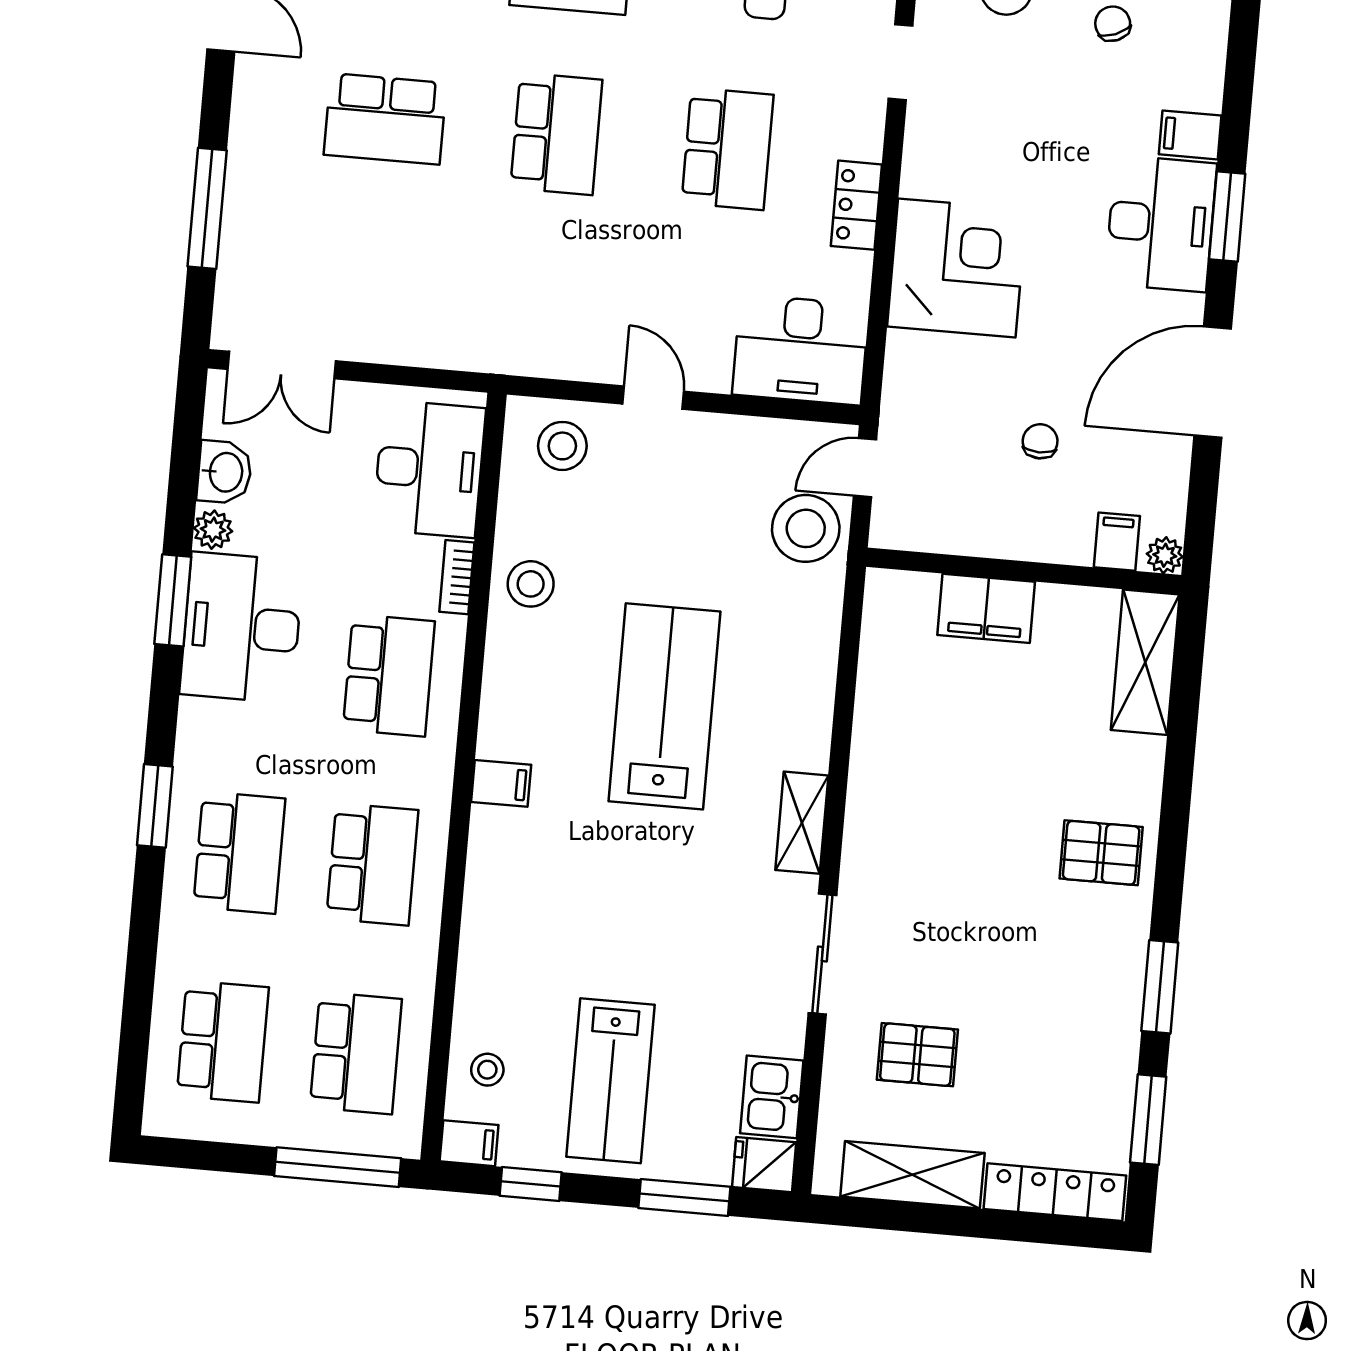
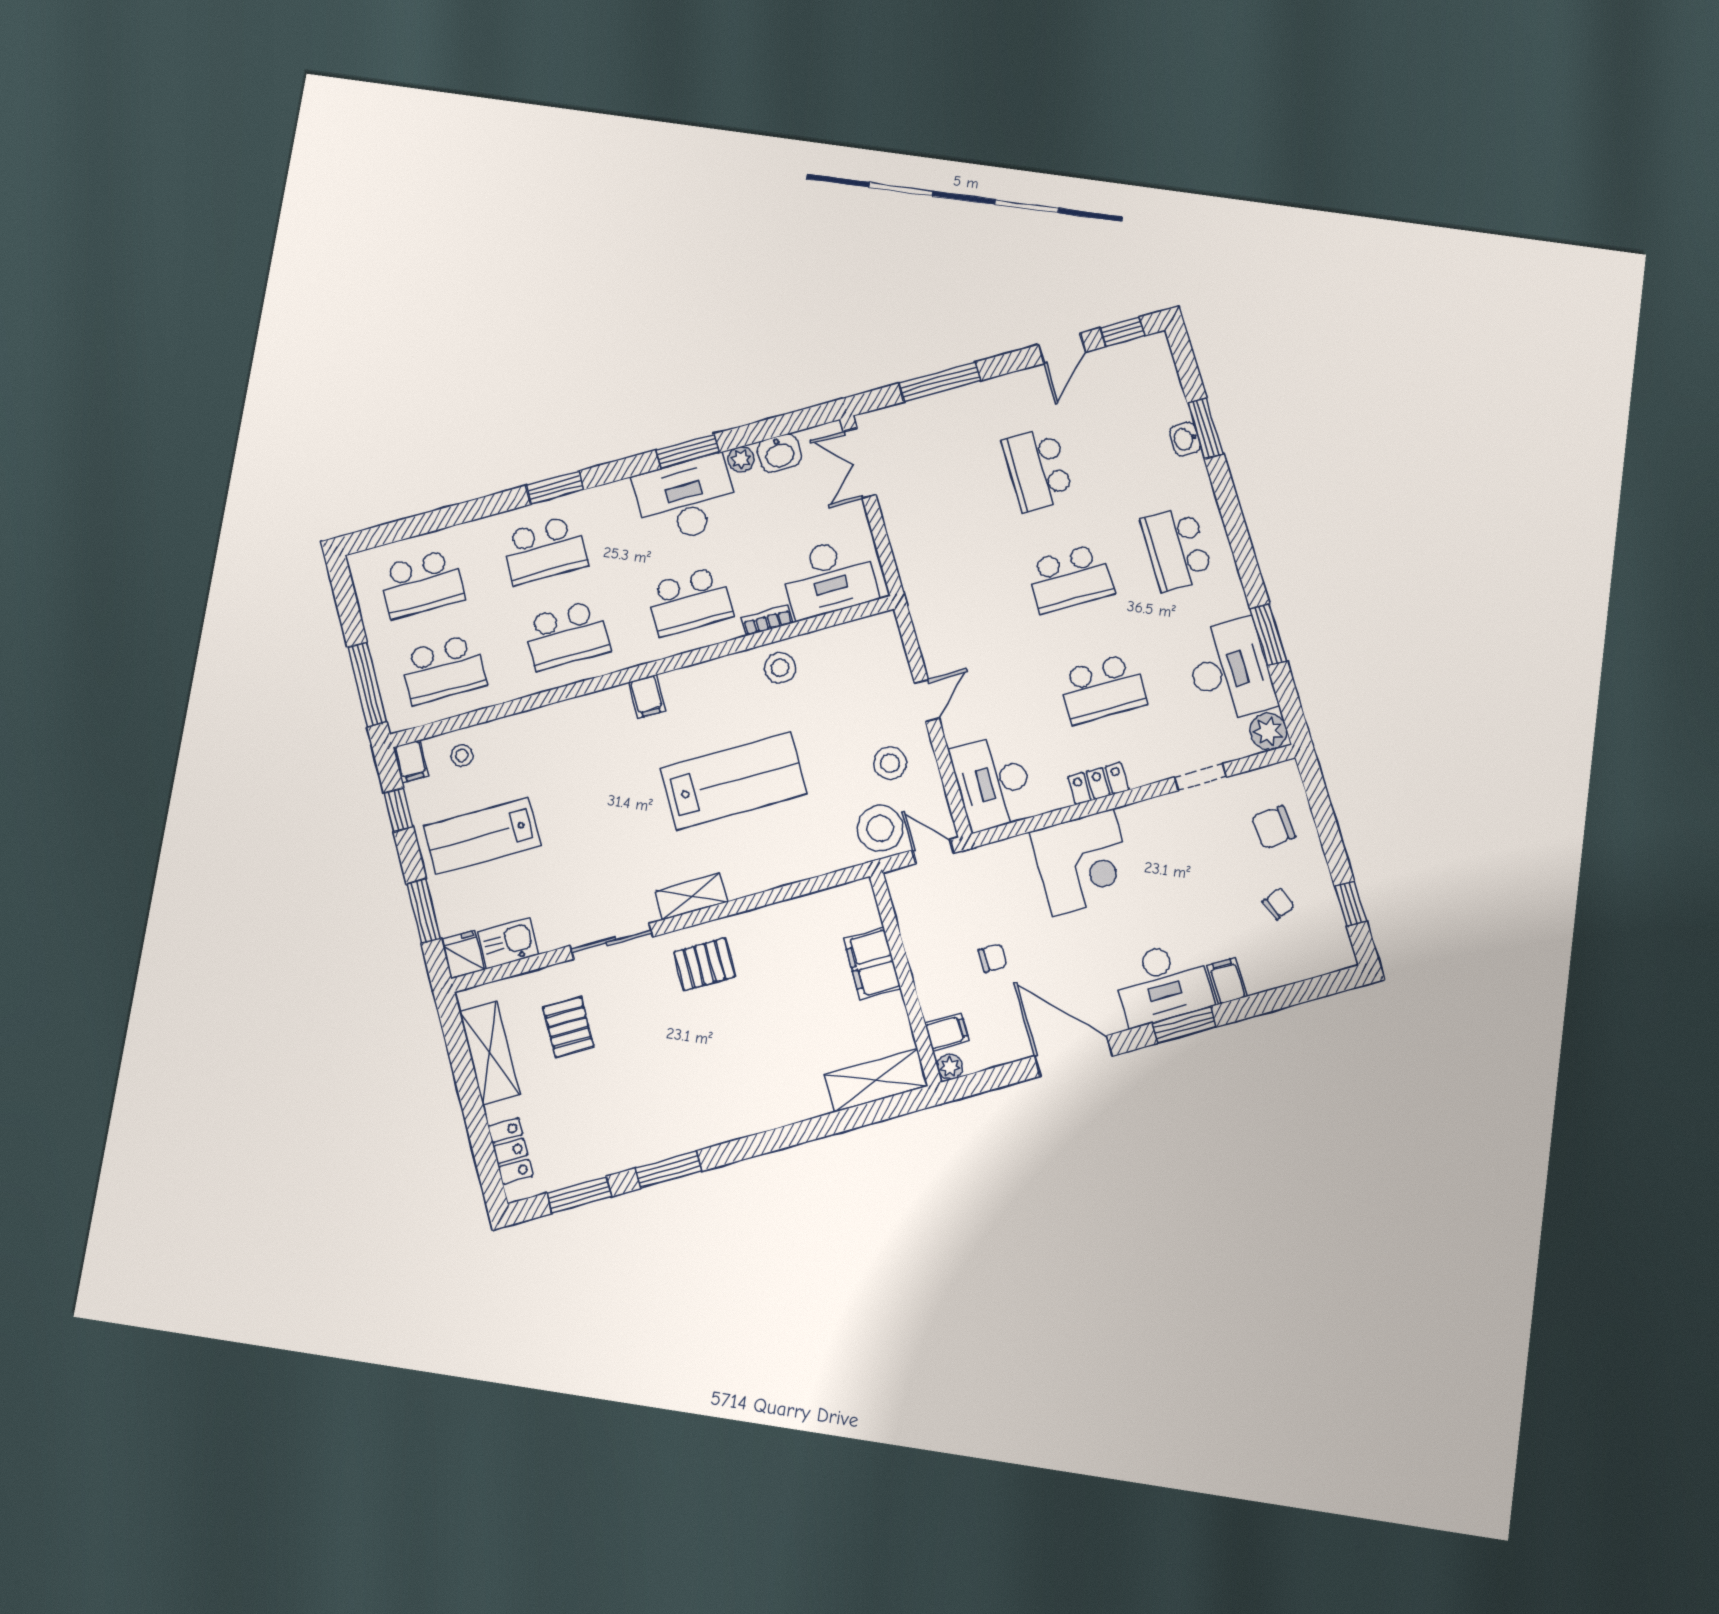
stool: (562, 446) -> (890, 763), moved
pallet: (1101, 853) -> (705, 964), moved, turned 90
locker: (1055, 1192) -> (510, 1151), width x0.66

